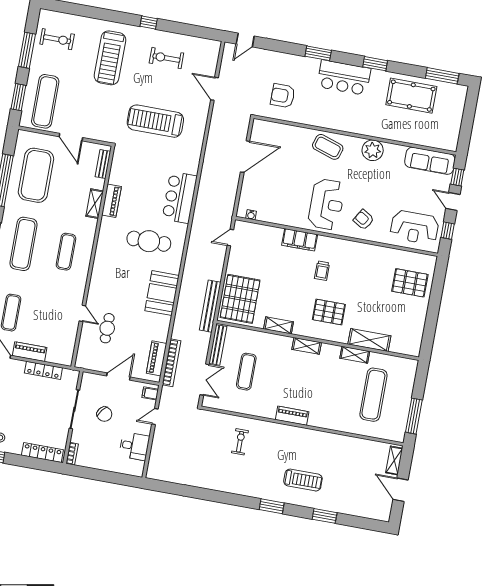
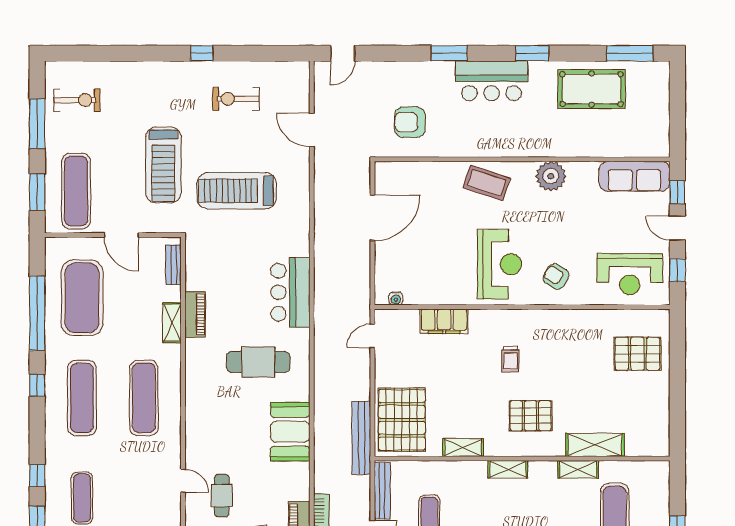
treadmill: (110, 58) -> (163, 165), moved
filing cabinet: (300, 240) -> (444, 321), moved
exercise mat: (66, 252) -> (144, 398), width x1.36, depth x1.45

